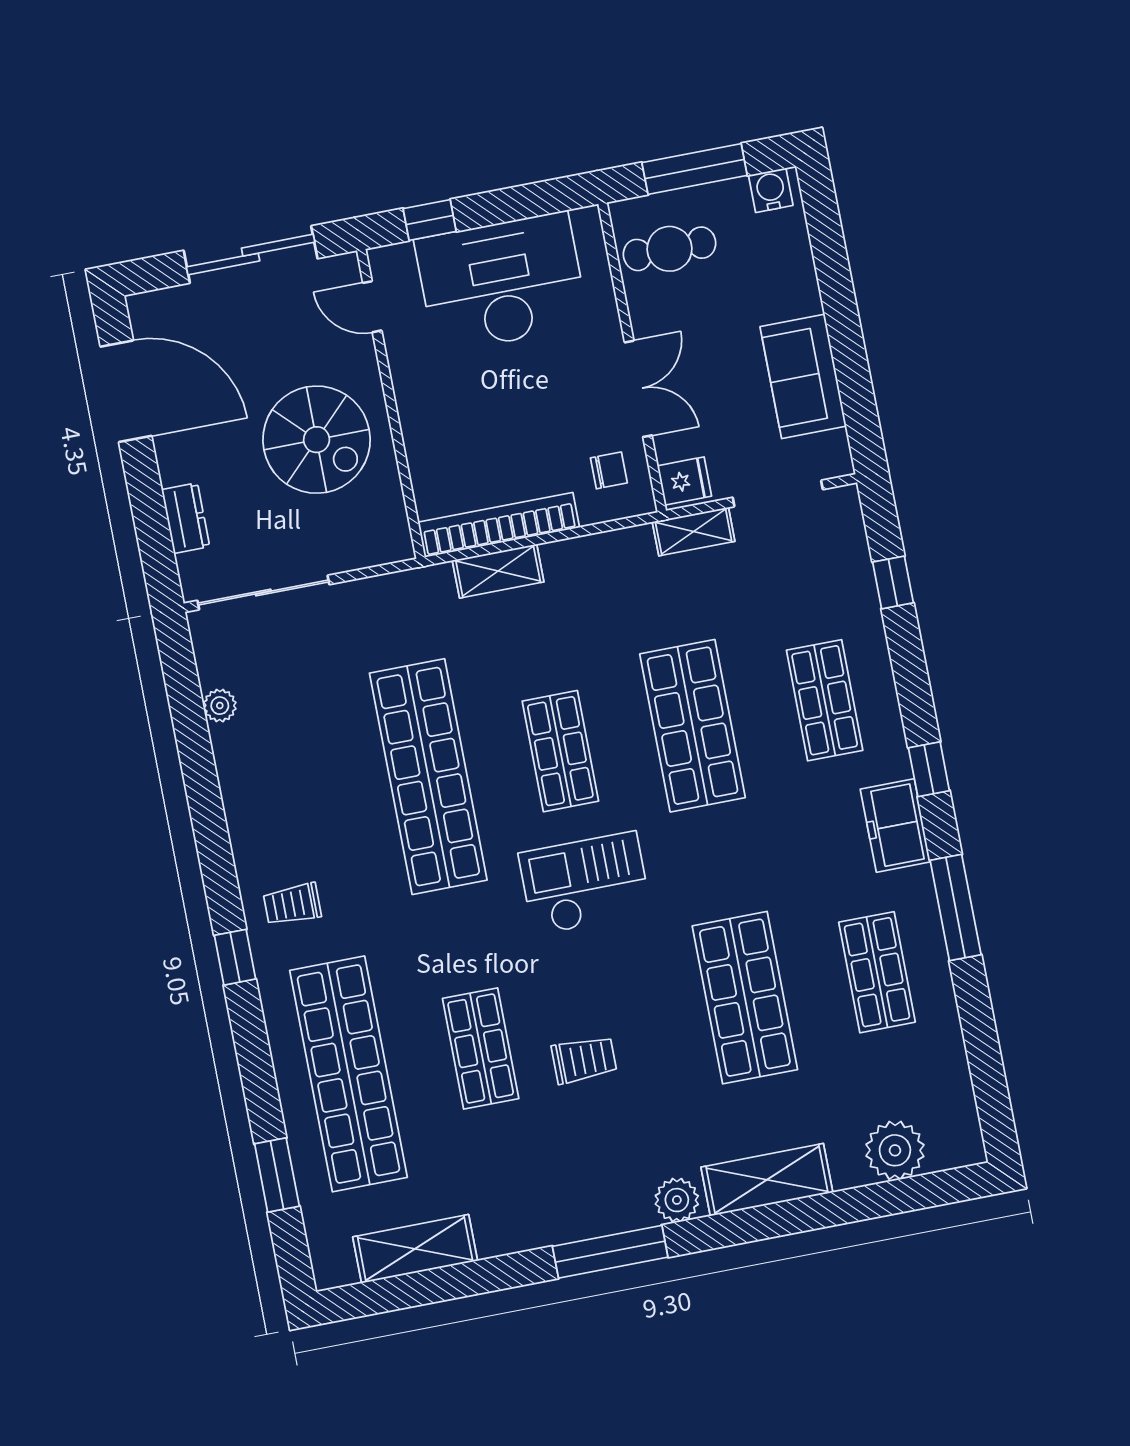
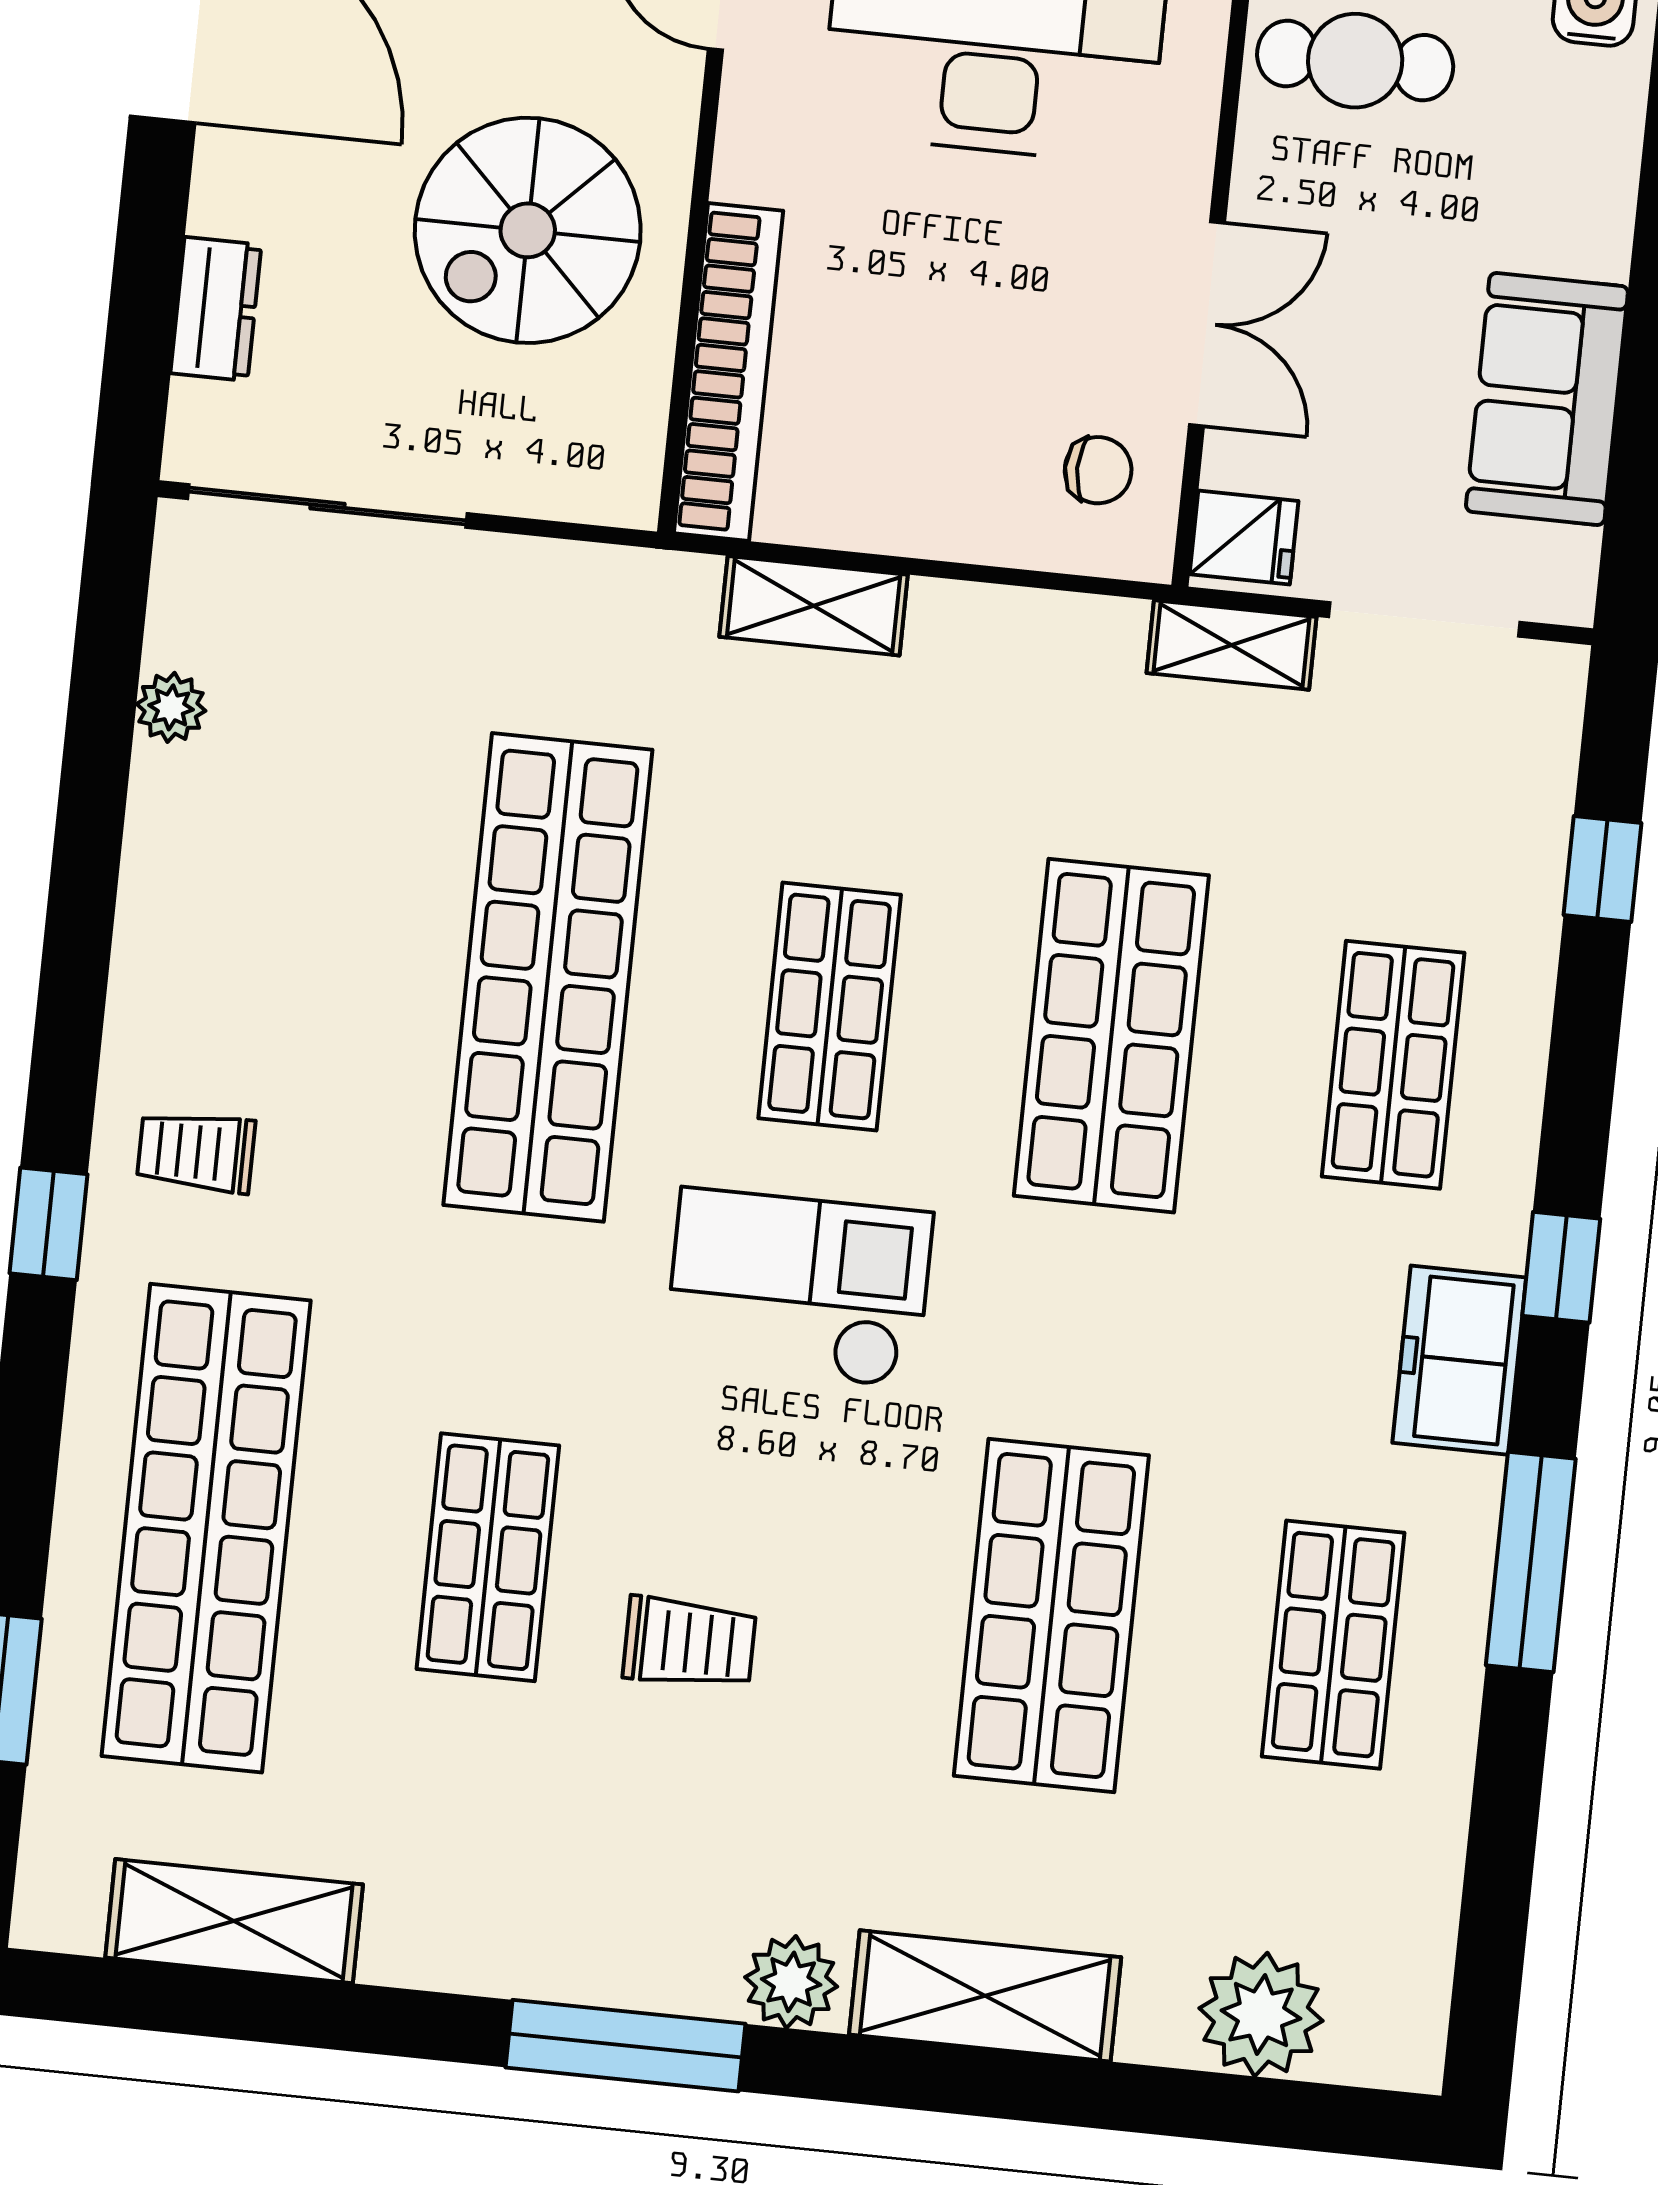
spiral stairs: (317, 440) -> (528, 230), turned 90
bookcase: (499, 525) -> (728, 372), moved, turned 90

